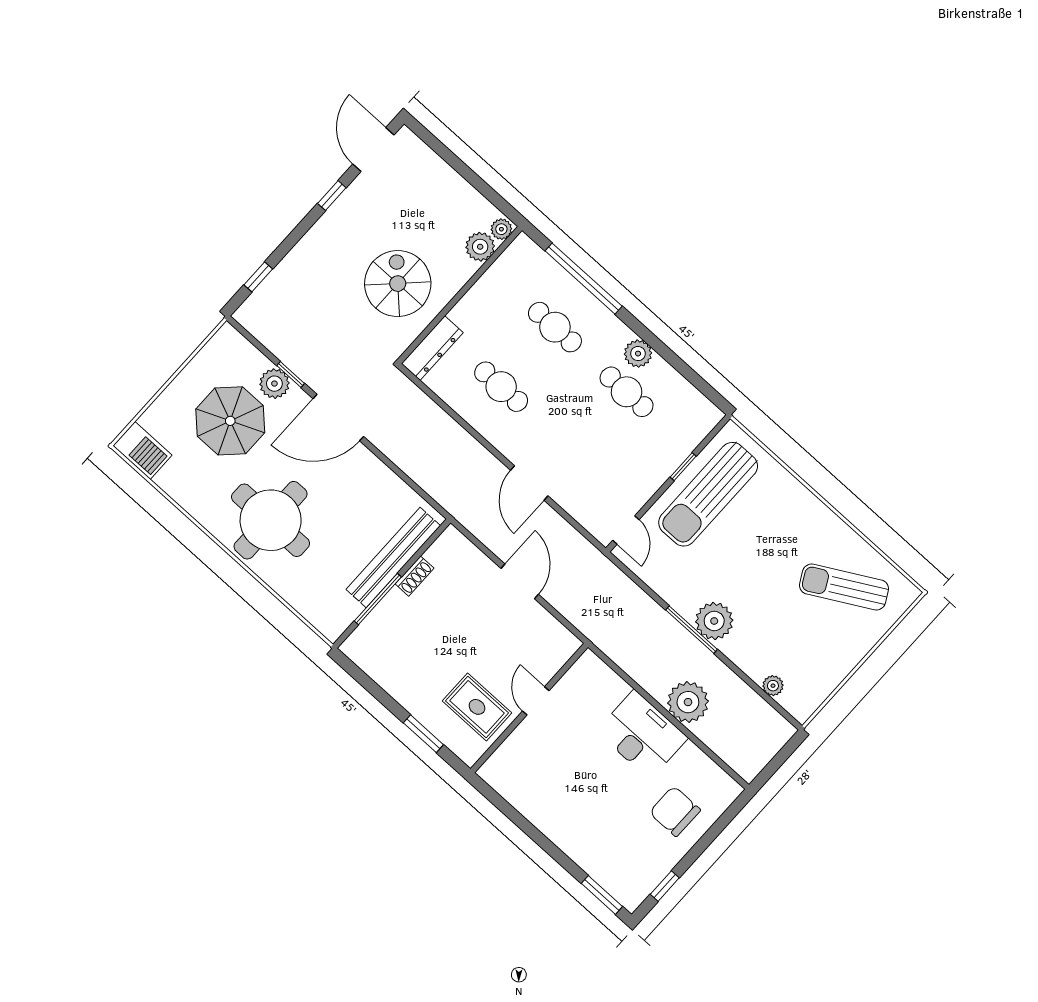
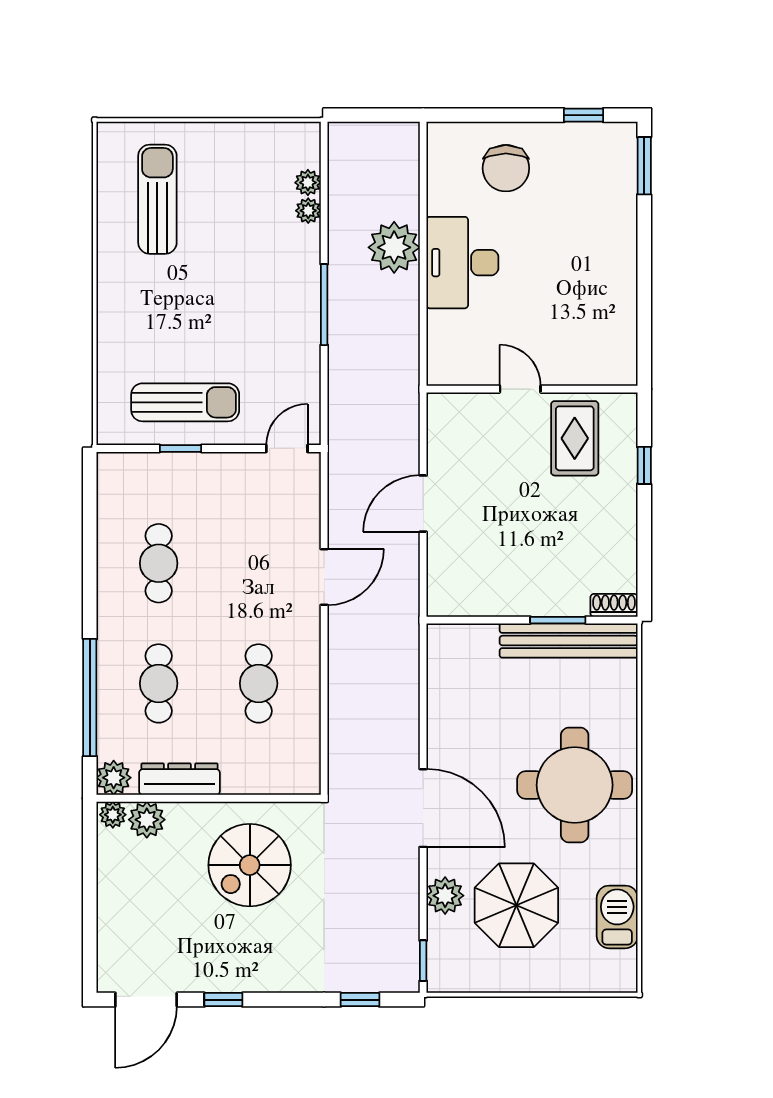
dresser: (432, 348) -> (179, 779), moved
plant: (638, 354) -> (114, 778), moved
window: (291, 374) -> (423, 961), moved
barbecue: (142, 451) -> (617, 917), moved
sun lounger: (708, 494) -> (185, 402), width x0.73, depth x0.75
bench: (393, 558) -> (569, 641), moved
shoe rack: (415, 576) -> (614, 605), moved
sun lounger: (844, 587) -> (157, 199), turned -151
window: (378, 599) -> (558, 620), width x0.69
plant: (714, 621) -> (308, 211), moved, width x0.53, depth x0.53
door: (536, 701) -> (520, 389), swing flipped
window: (423, 734) -> (644, 465), width x0.67

